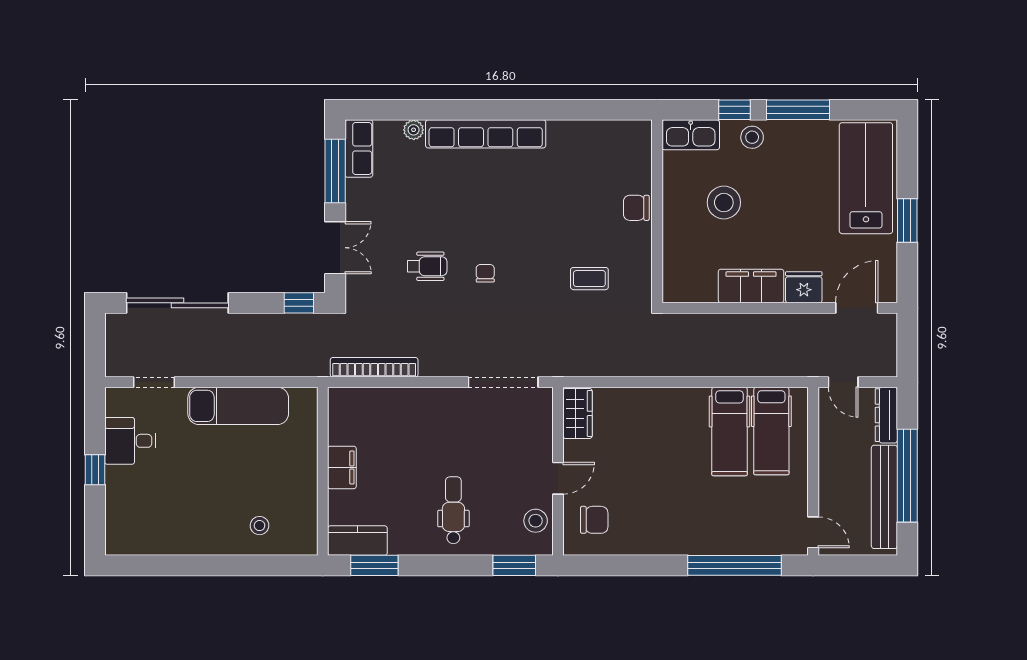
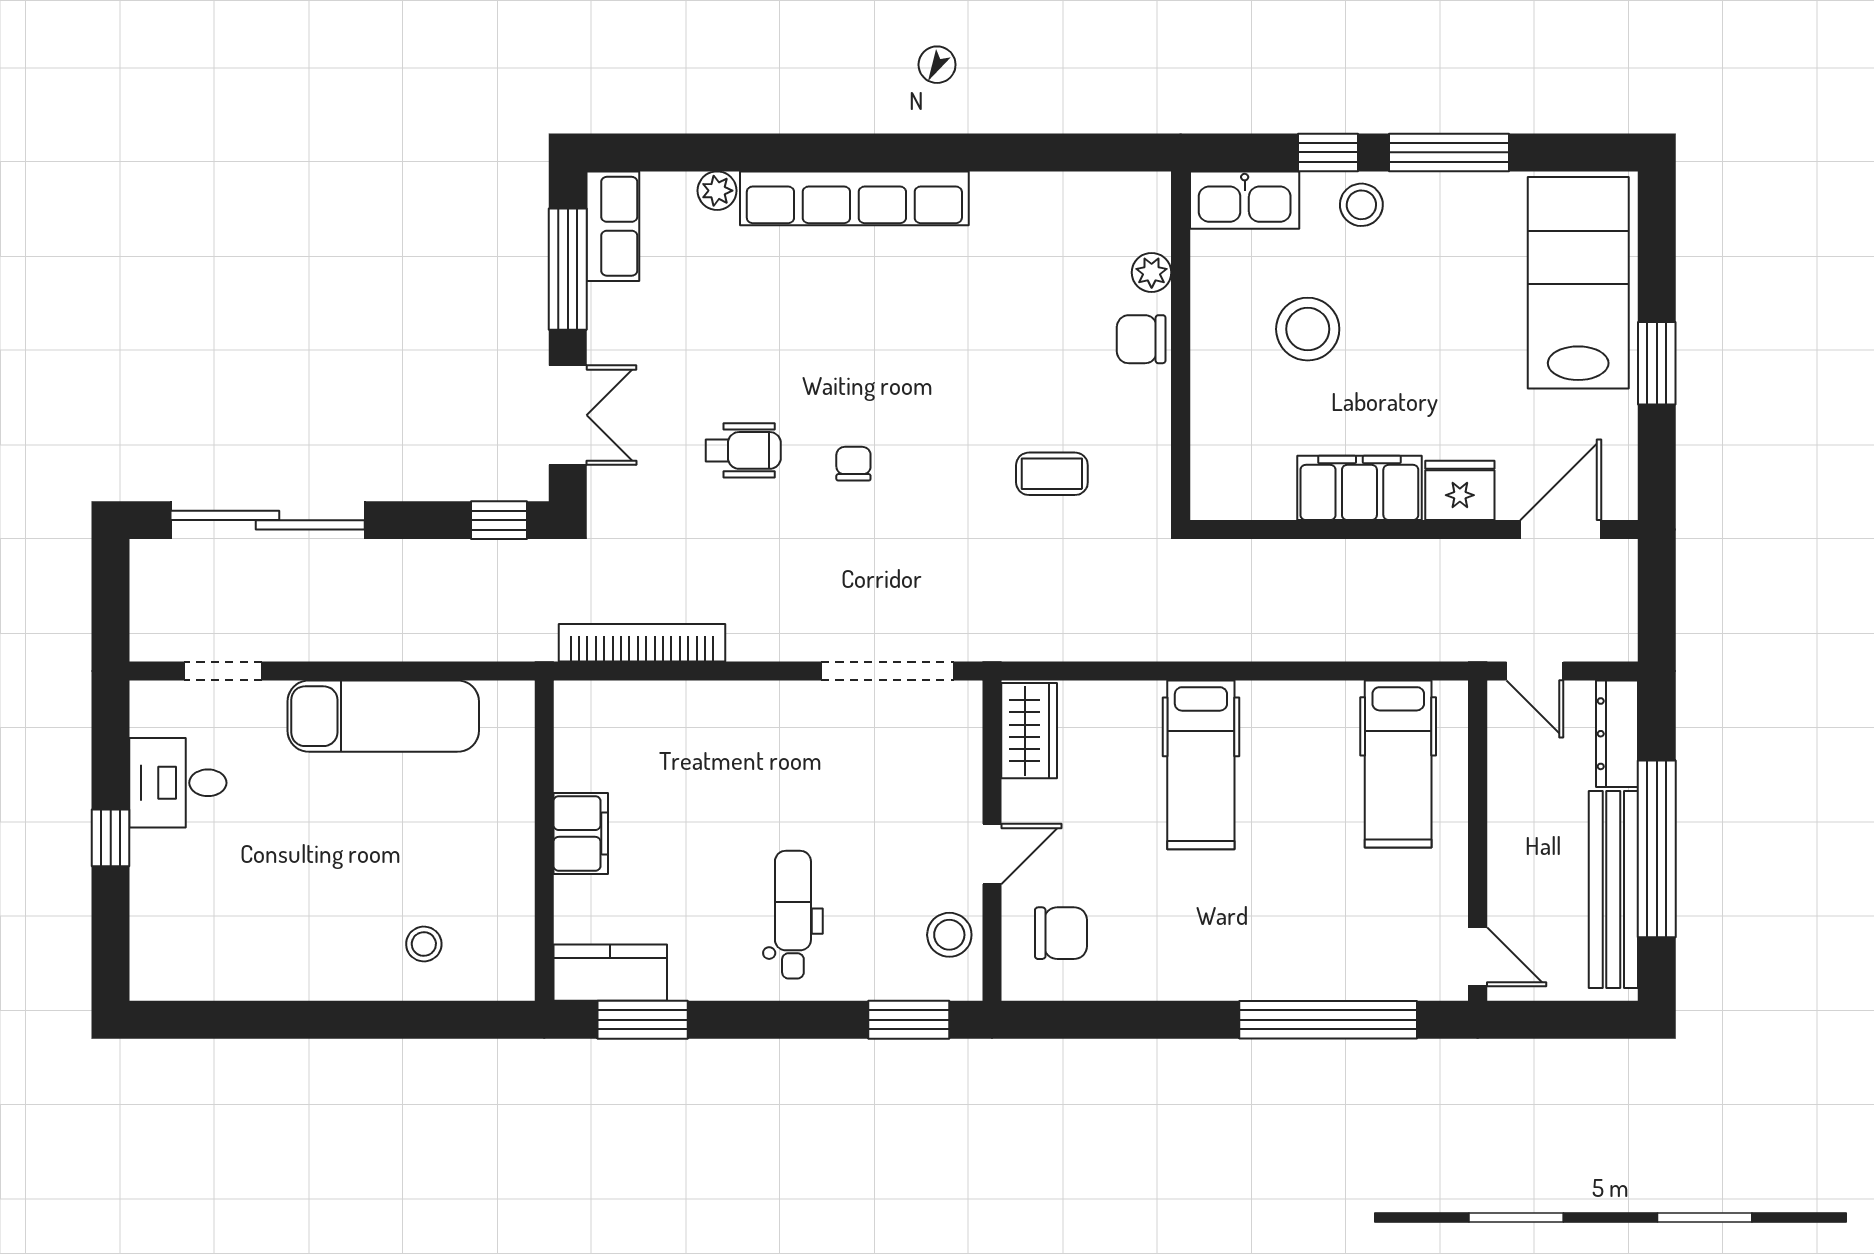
plant: (642, 173) -> (1152, 272), added
hospital bed: (730, 431) -> (1201, 765), moved

